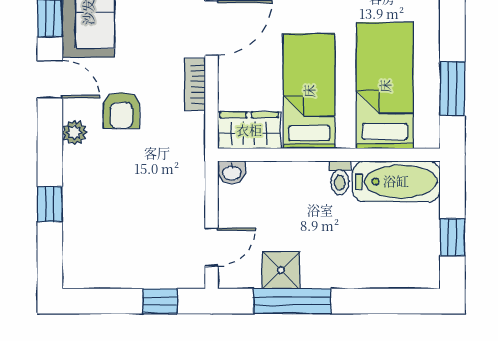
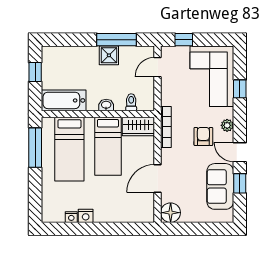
bookcase: (195, 84) -> (166, 127), moved, width x1.56
window: (452, 88) -> (35, 148), width x1.44
washbasin: (232, 172) -> (106, 105), moved
toilet: (340, 178) -> (131, 102), moved
corner sofa: (105, 229) -> (212, 76), added
shower: (281, 270) -> (109, 55), moved

